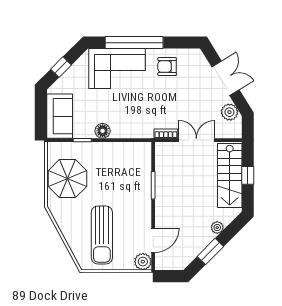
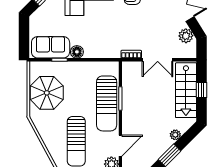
sofa: (60, 116) -> (51, 47), moved, turned -90
double door: (196, 140) -> (158, 60), swing flipped
sun lounger: (137, 191) -> (107, 103), added

